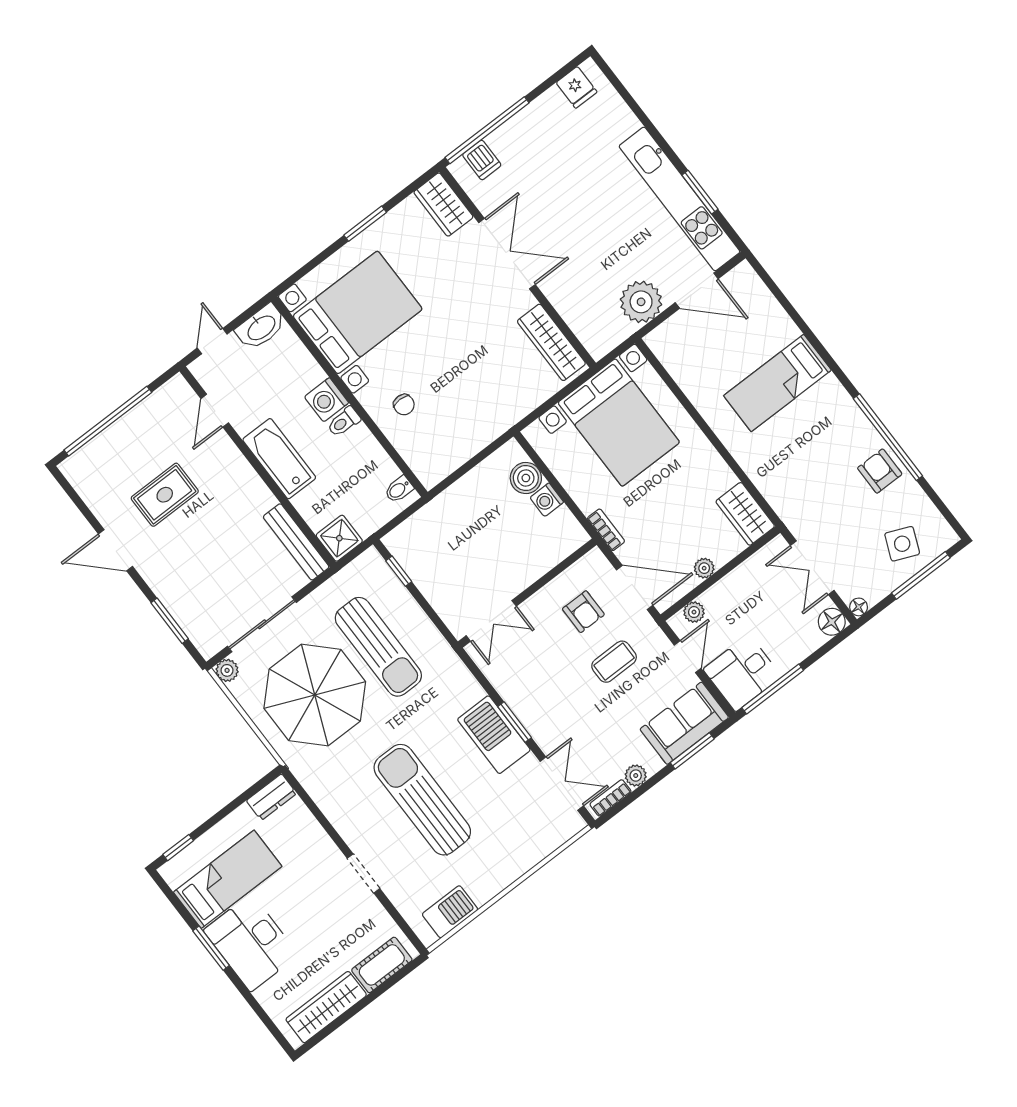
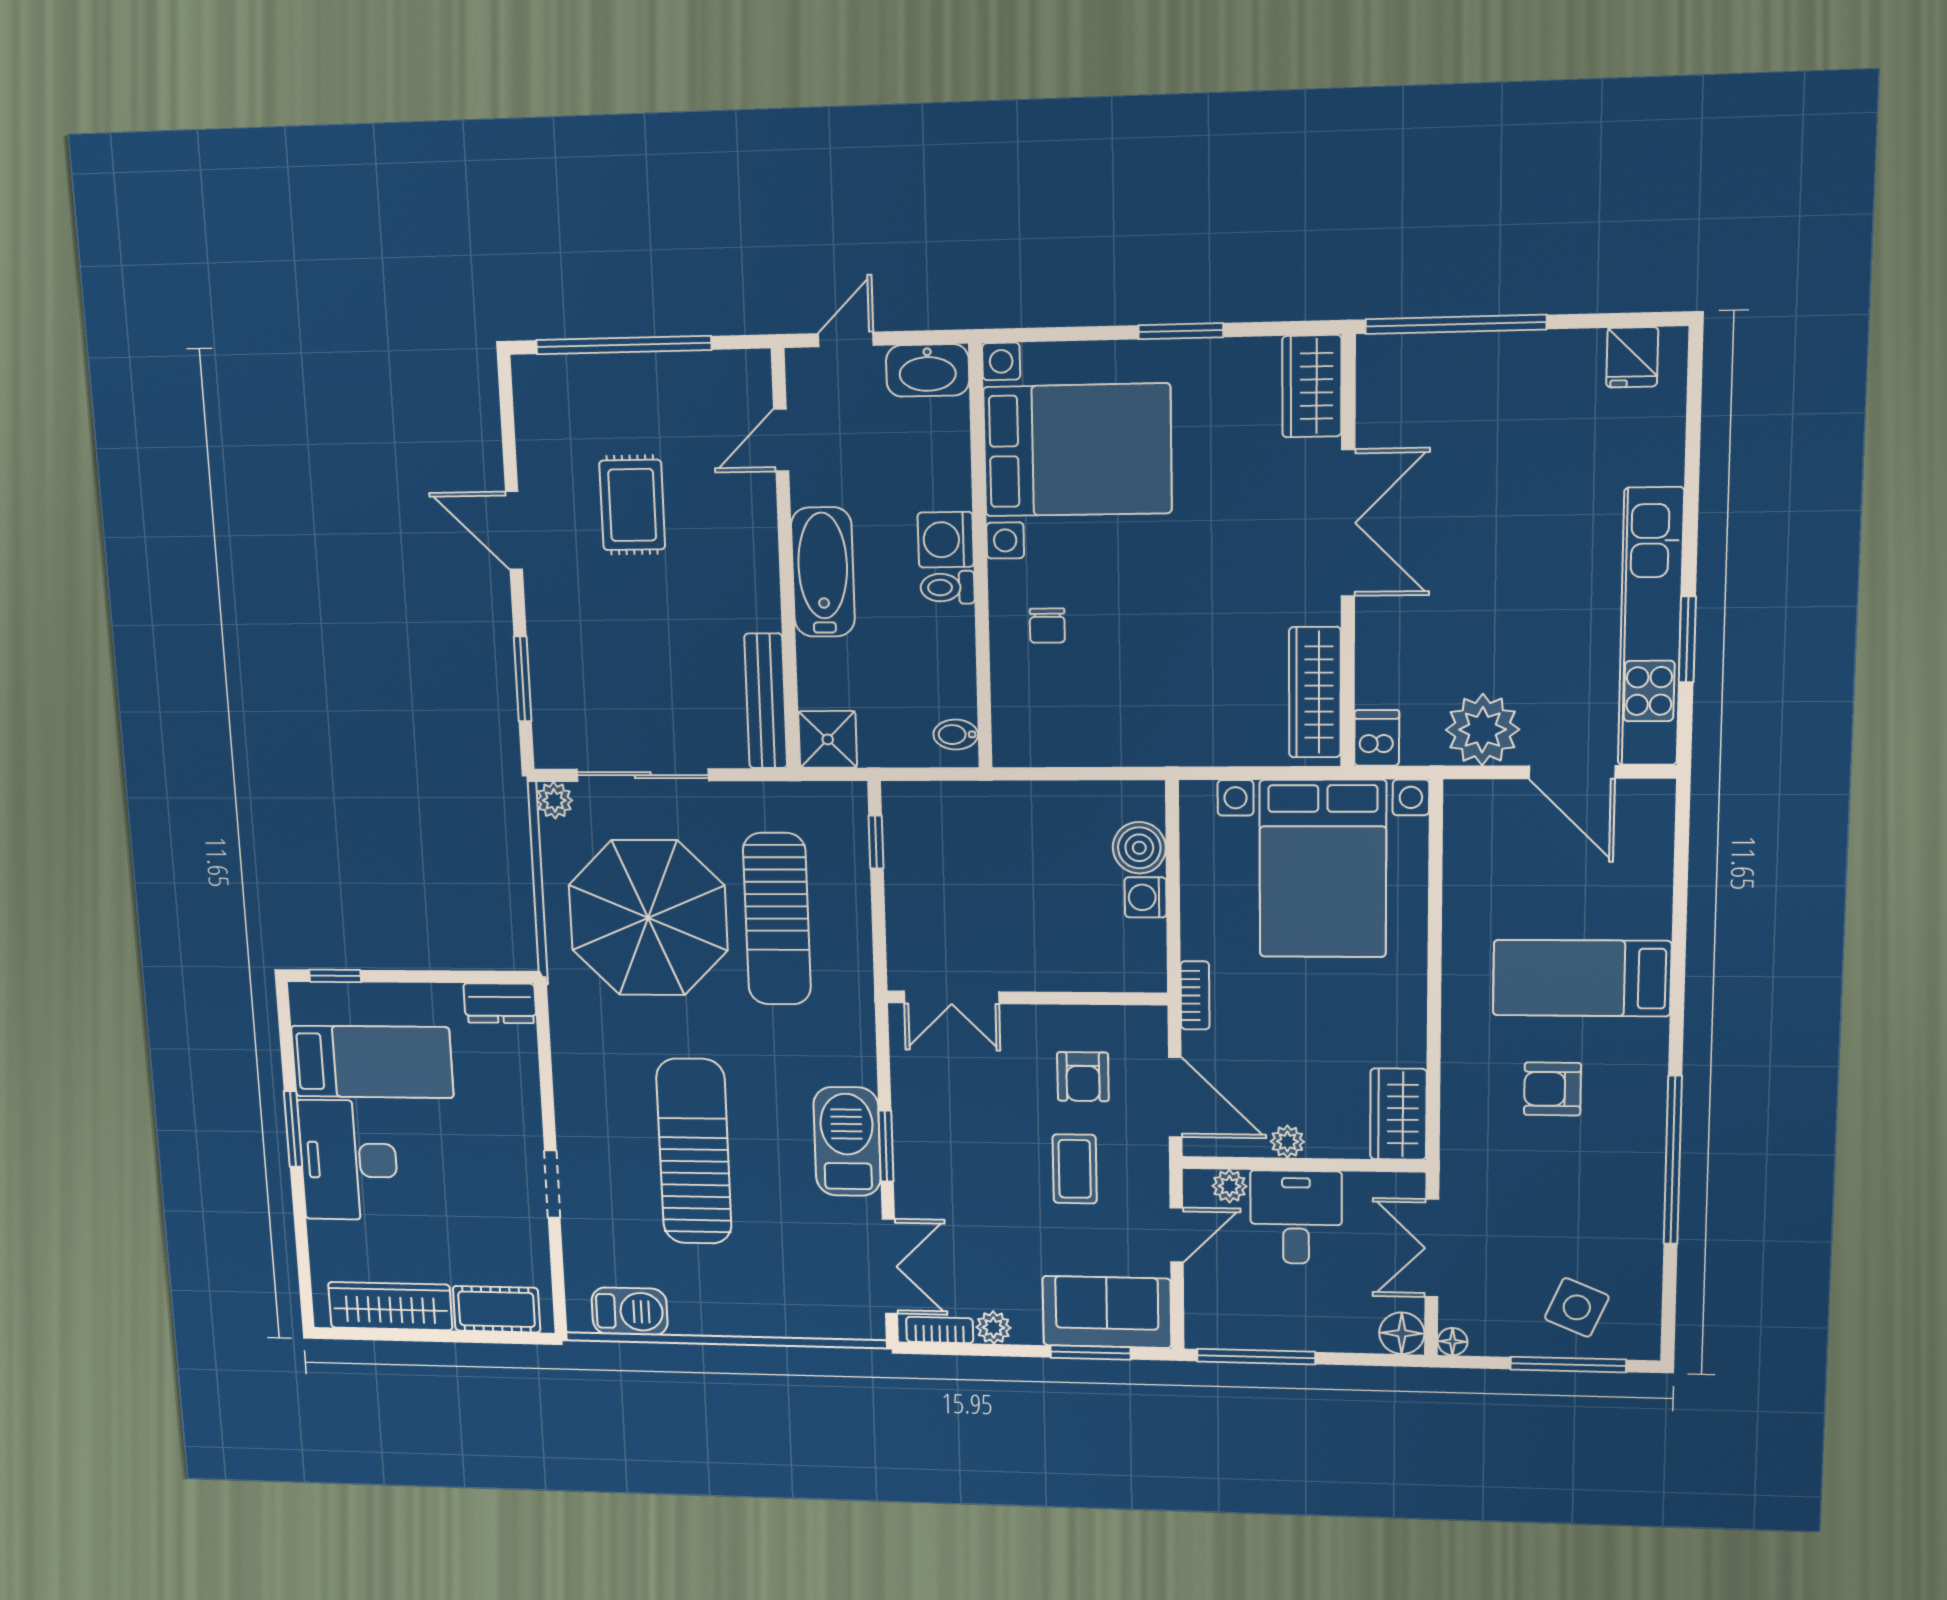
dishwasher: (482, 160) -> (1377, 738), moved, turned 180
armchair: (880, 471) -> (1552, 1089), moved, turned -90
rug: (165, 495) -> (632, 505), turned 90
coffee table: (614, 662) -> (1075, 1169), turned 90
desk: (742, 673) -> (1296, 1217), moved, turned 90

